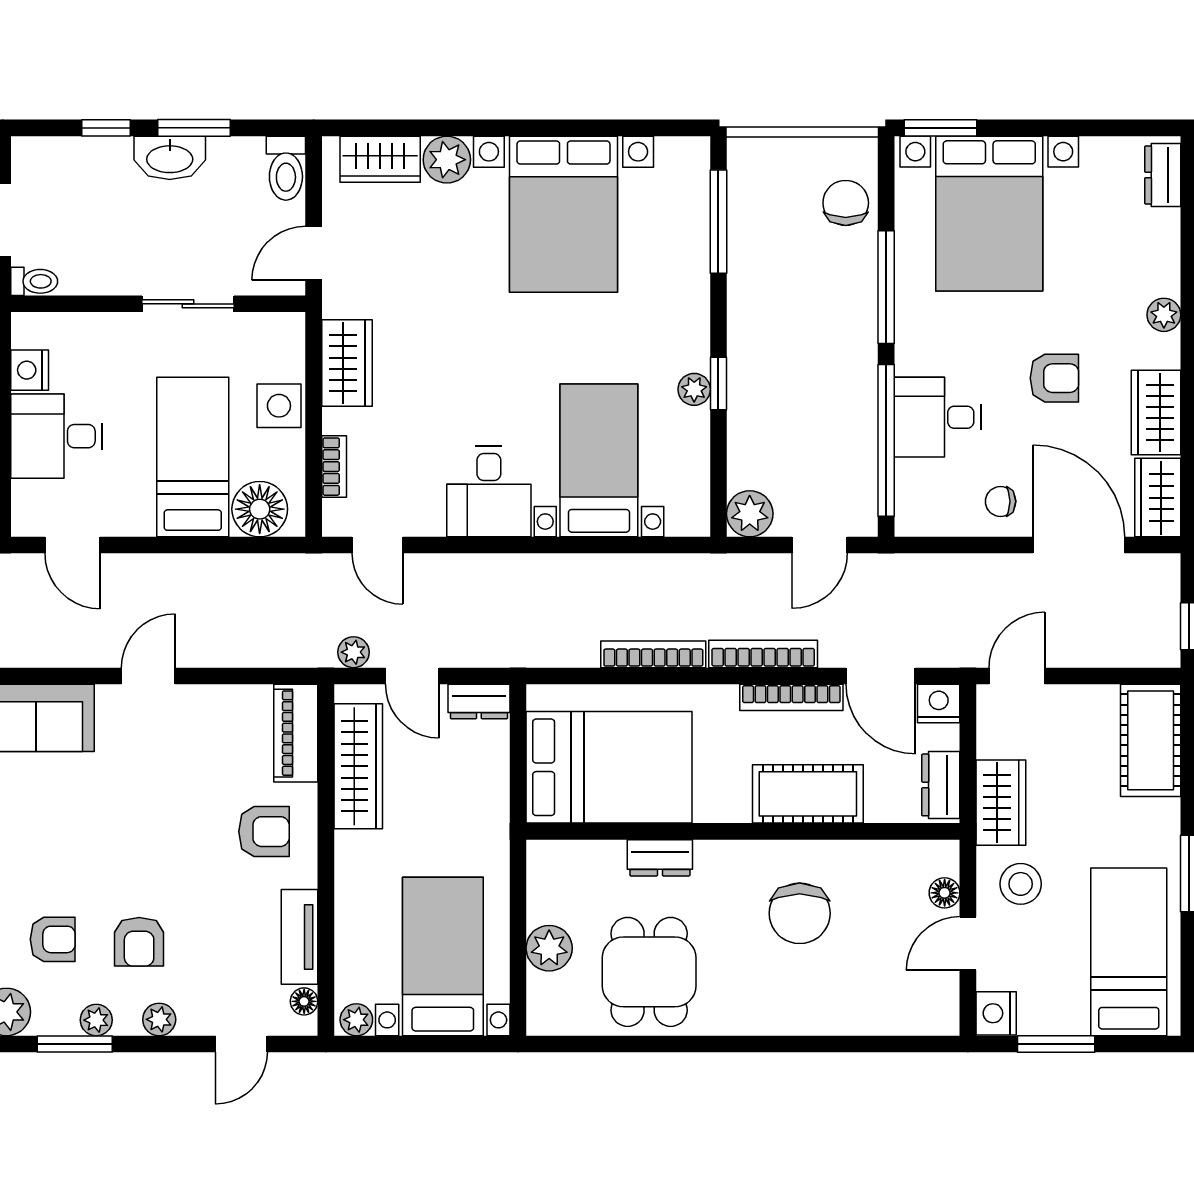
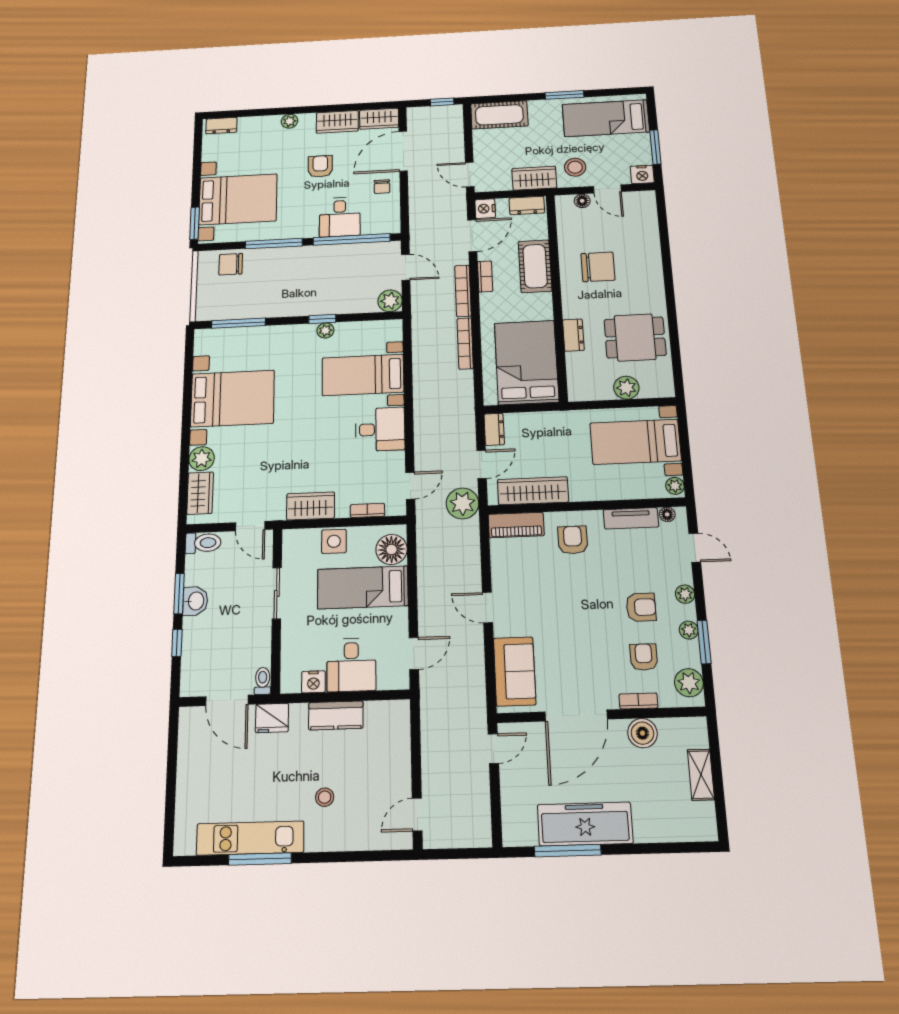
washbasin: (170, 158) -> (195, 601), width x0.72
plant: (353, 652) -> (462, 503), width x1.88, depth x1.88
bookcase: (791, 697) -> (485, 276), width x0.64

